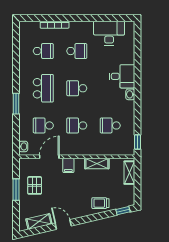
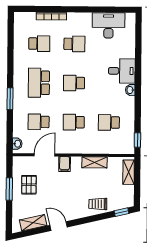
school desk: (43, 88) -> (39, 83), turned 180

